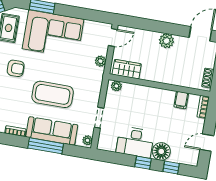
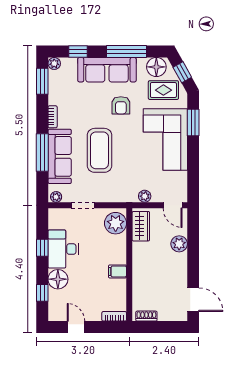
plant: (166, 41) -> (179, 244), moved
plant: (116, 86) -> (116, 223), width x1.88, depth x1.88
filing cabinet: (181, 100) -> (118, 271), moved
window: (143, 163) -> (42, 248), moved

